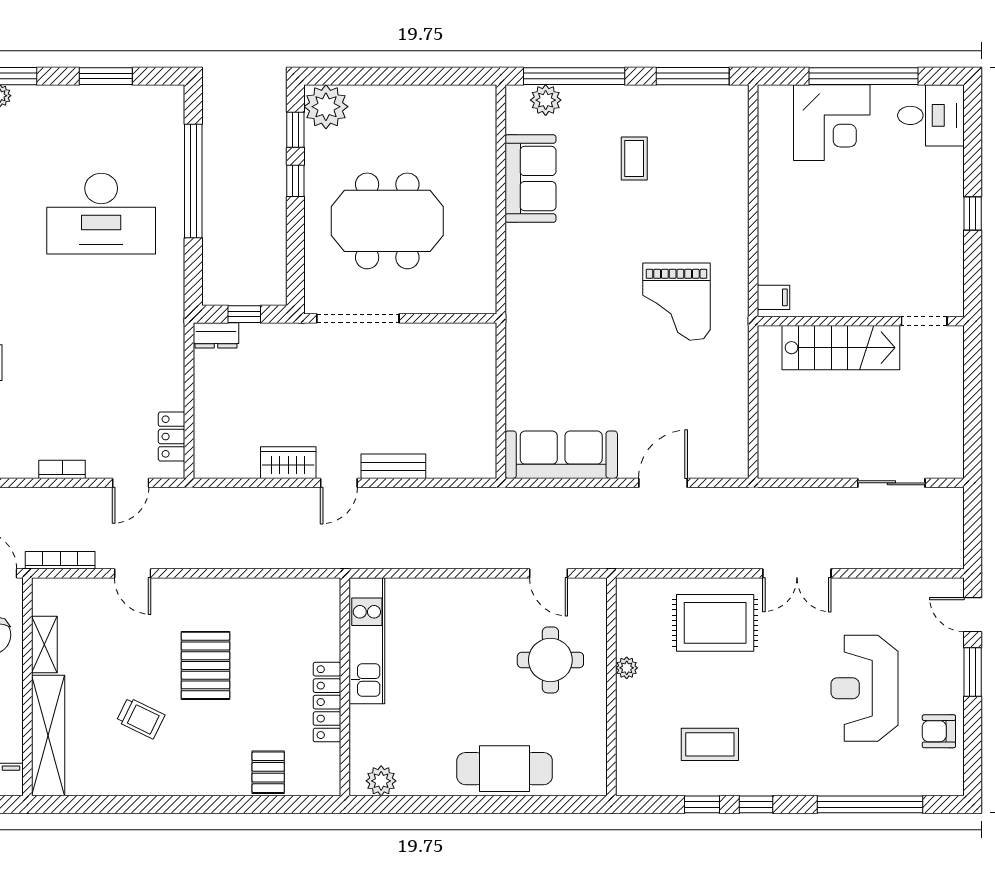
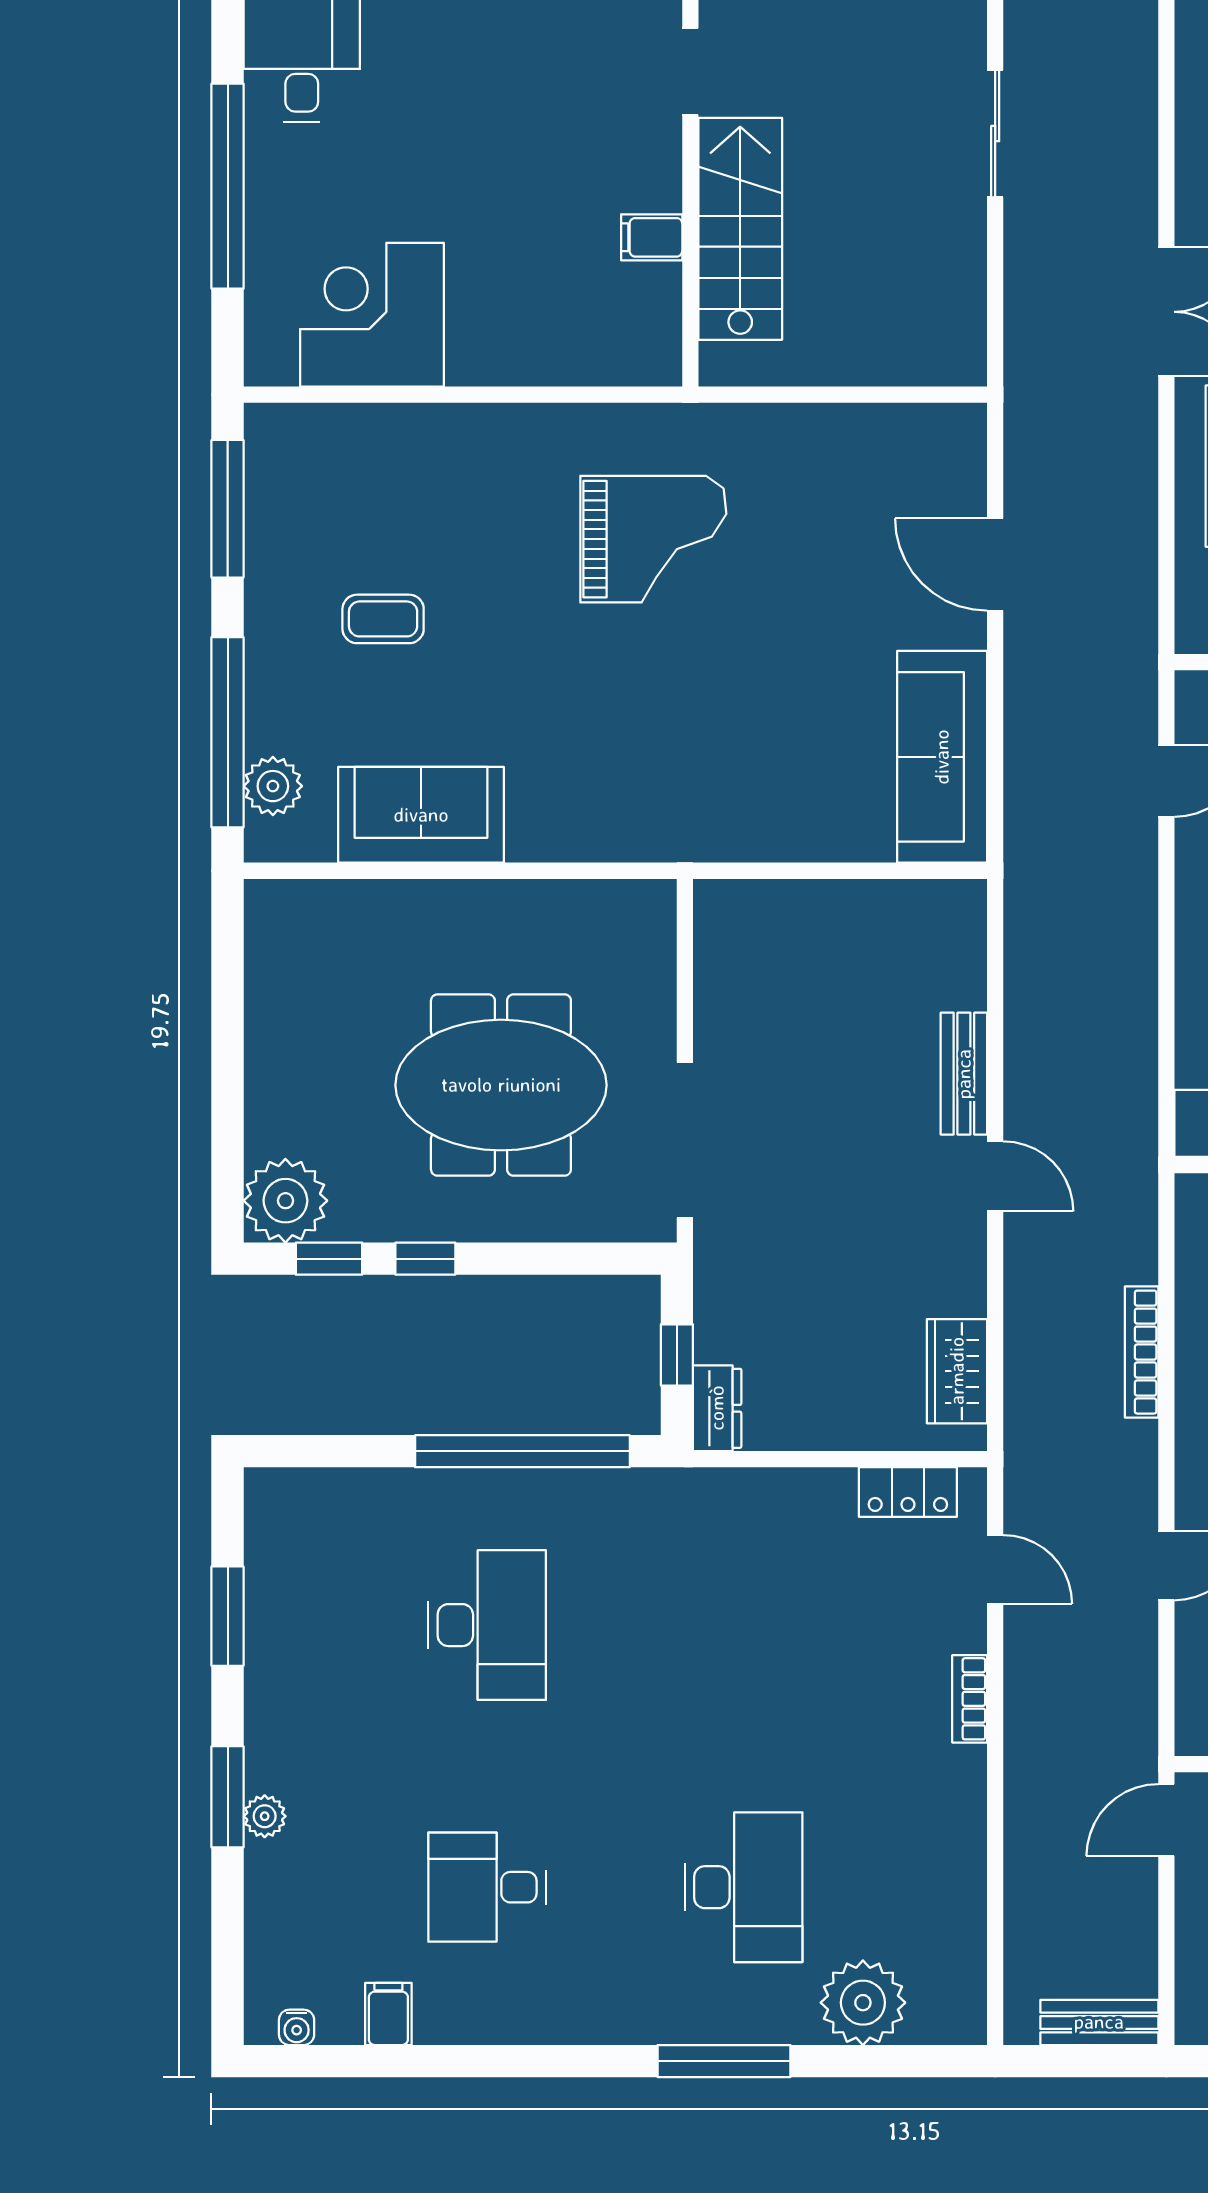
corner desk: (832, 123) -> (372, 315), moved, turned -90
window: (193, 181) -> (522, 1451), moved
desk: (101, 214) -> (487, 1625), width x0.73, depth x0.77
meeting table: (387, 221) -> (501, 1085), turned 90
filing cabinet: (774, 297) -> (652, 237), moved, turned -90
wardrobe: (288, 463) -> (957, 1371), moved
bookcase: (60, 560) -> (1142, 1352), moved

